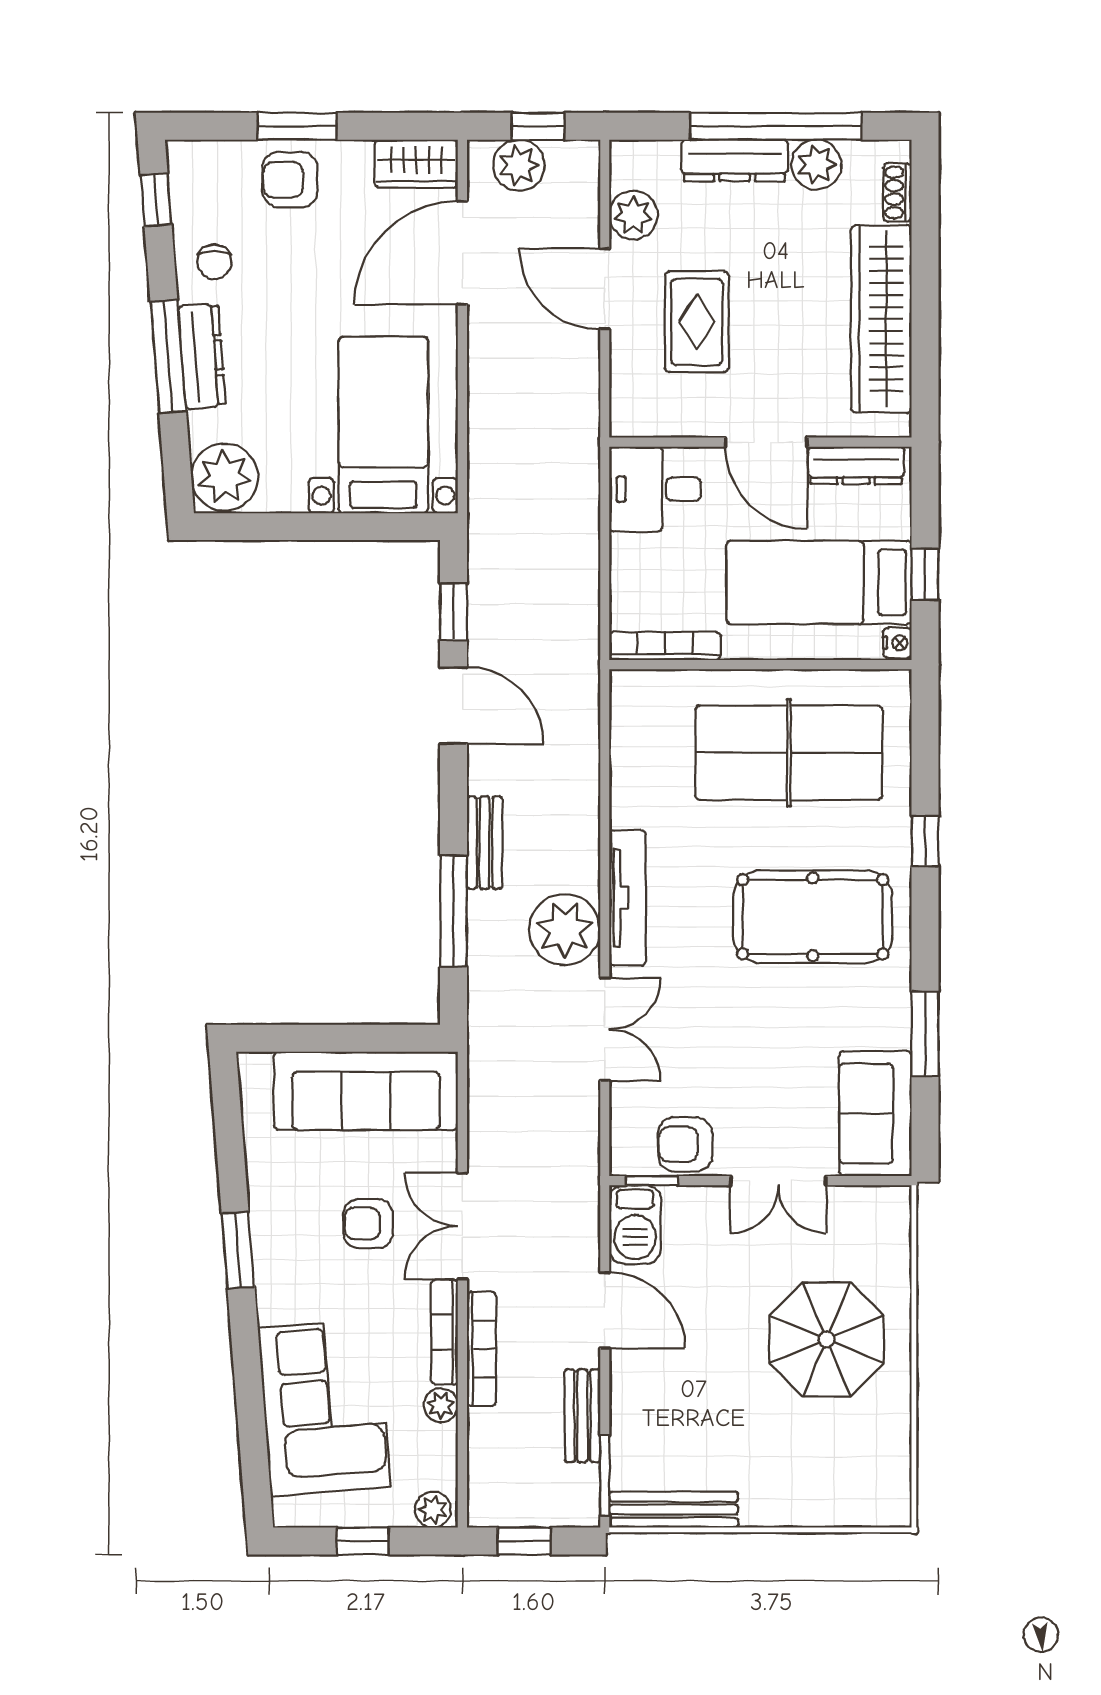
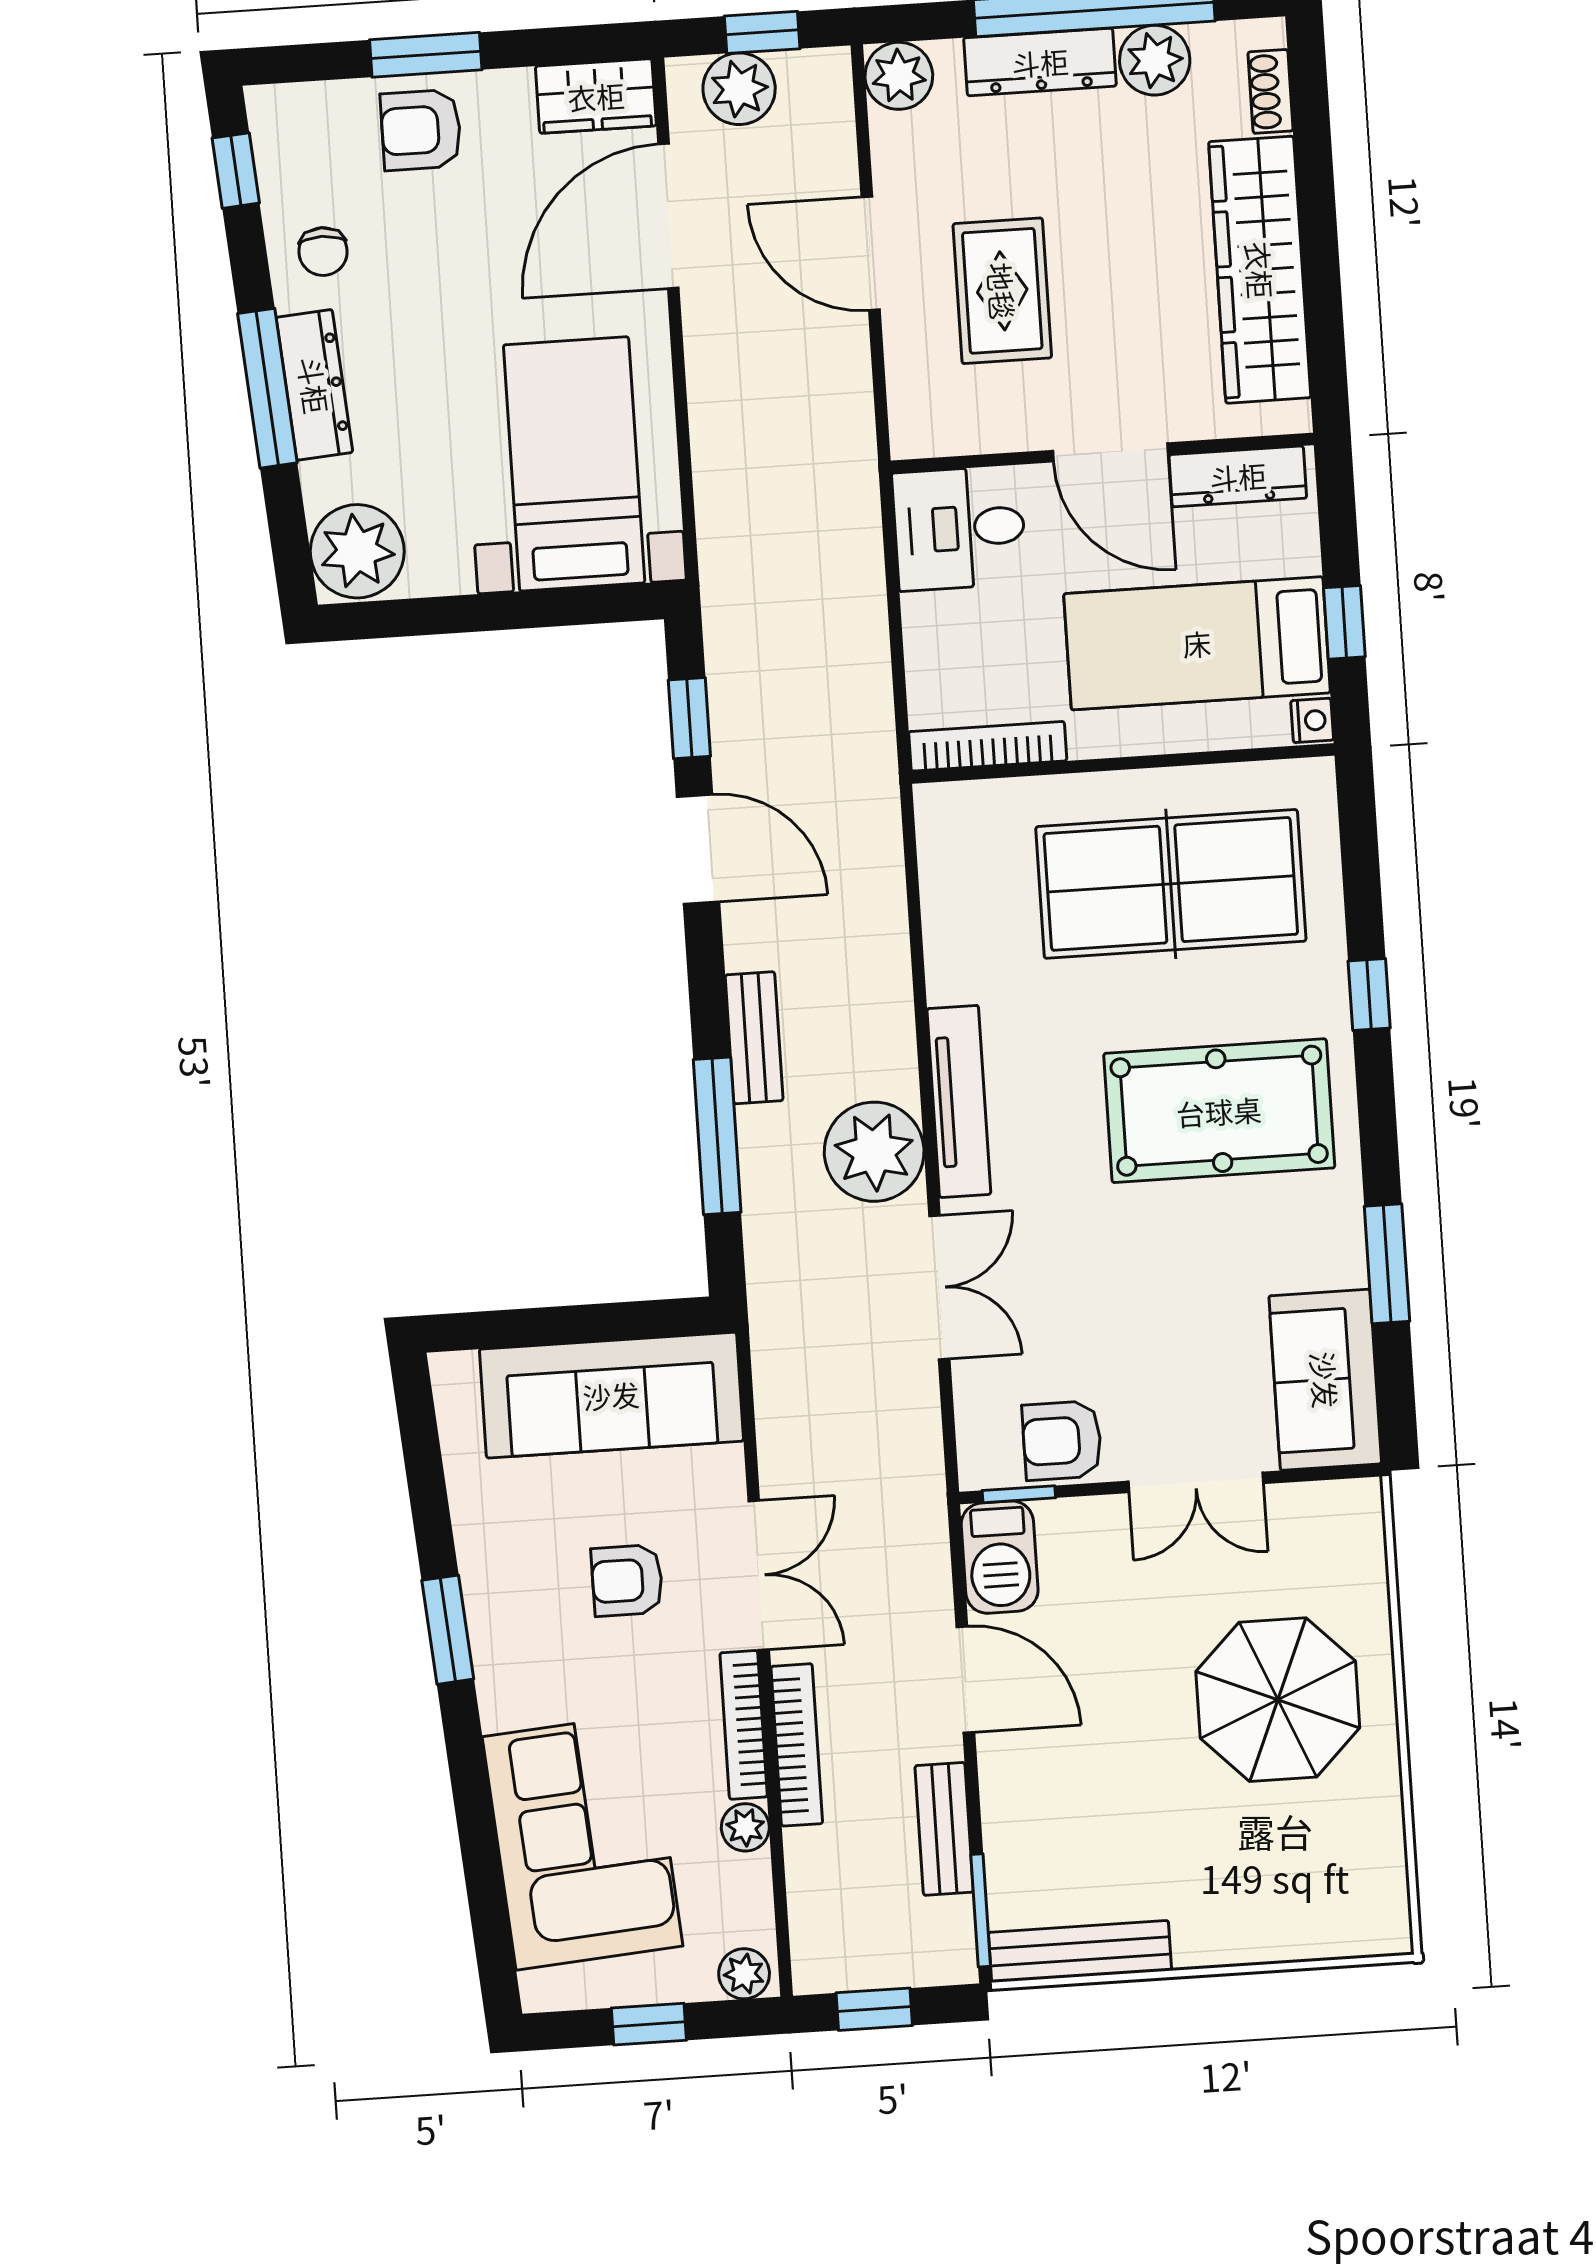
plant: (633, 215) -> (899, 76), moved
double door: (462, 1226) -> (759, 1575), swing flipped

